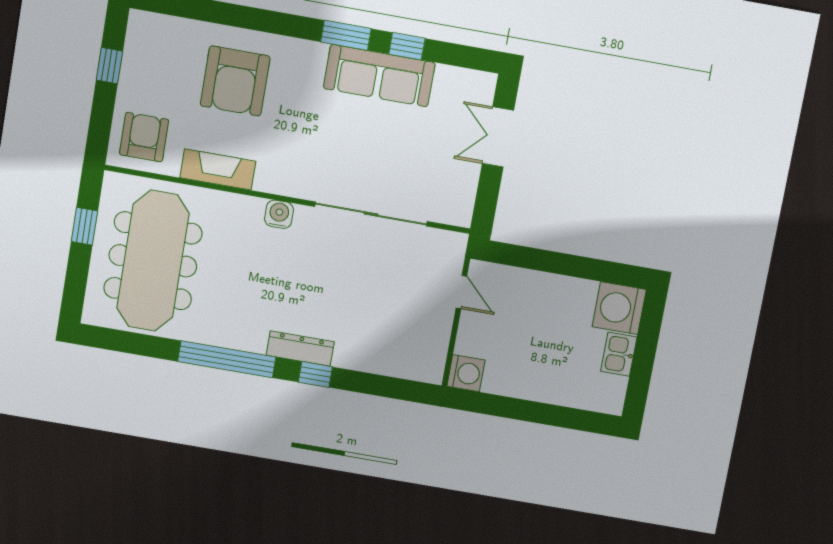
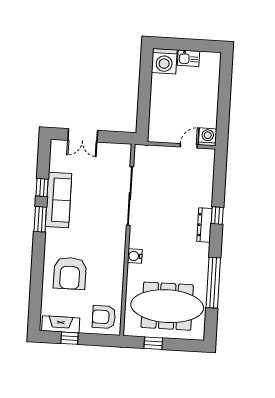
armchair: (235, 81) -> (70, 273), turned 90
fireplace: (218, 169) -> (61, 324), moved, turned 90
water cooler: (279, 214) -> (135, 256), moved
door: (461, 292) -> (189, 146), moved
window: (227, 359) -> (213, 283), moved

